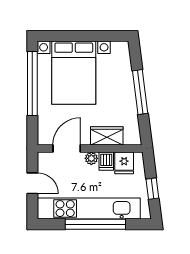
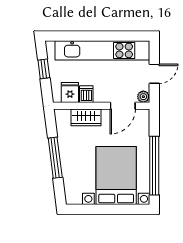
plant: (91, 158) -> (143, 97), moved
door: (32, 183) -> (154, 74), swing flipped
window: (95, 224) -> (96, 36), removed

